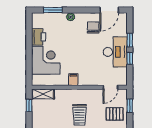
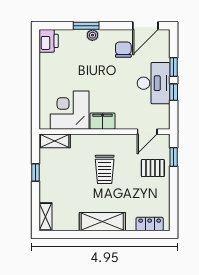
window: (53, 10) -> (86, 26), moved
printer: (39, 37) -> (49, 41), moved
corner desk: (46, 60) -> (70, 110), moved, turned -90
filing cabinet: (73, 80) -> (103, 121), width x2.00
window: (29, 105) -> (35, 173), moved

